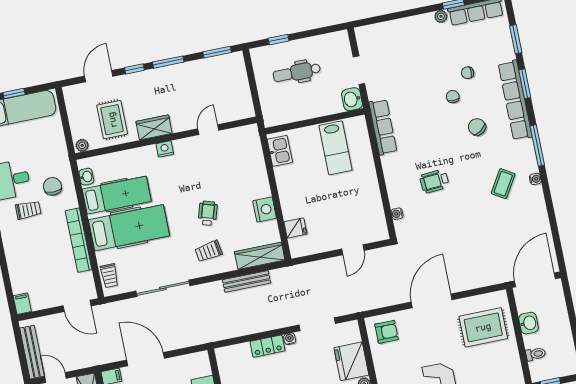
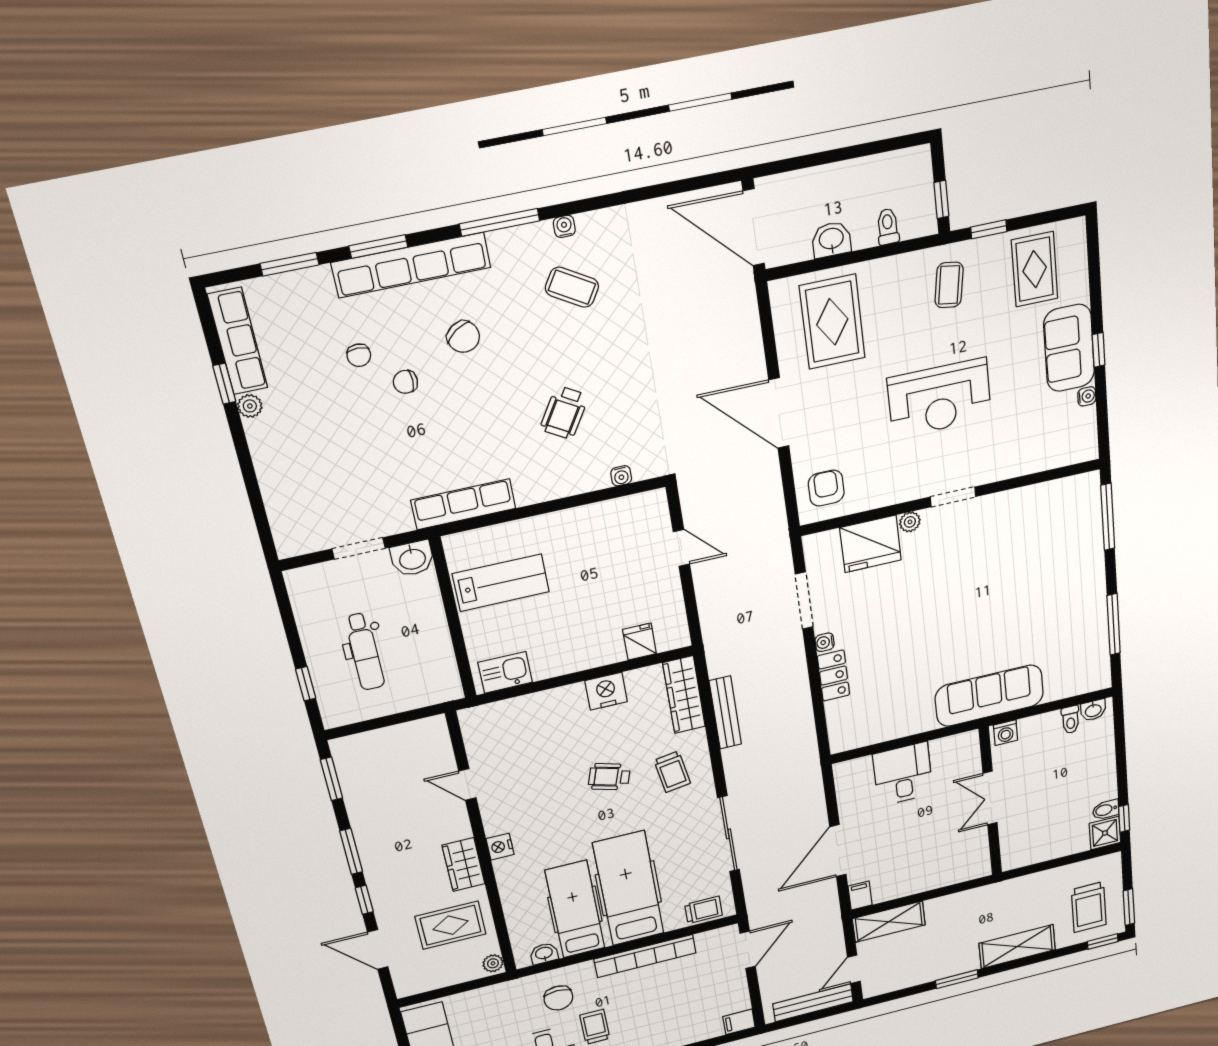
chair: (477, 127) -> (463, 337), turned -89
wheelchair: (434, 181) -> (564, 412), turned 35
chair: (52, 186) -> (558, 998), turned -90

